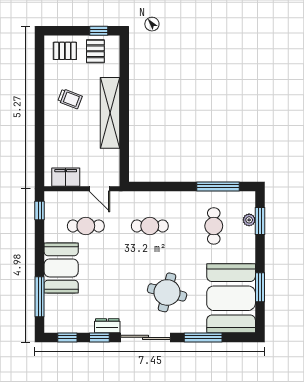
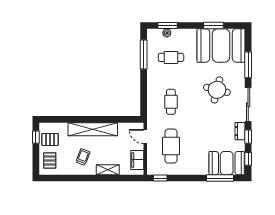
shelving: (52, 135) -> (108, 170), added
door: (99, 189) -> (145, 137), swing flipped
cafe table: (86, 226) -> (171, 146), width x1.37, depth x1.35
booth: (61, 268) -> (227, 163), moved

